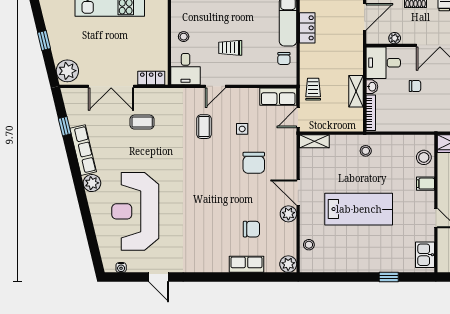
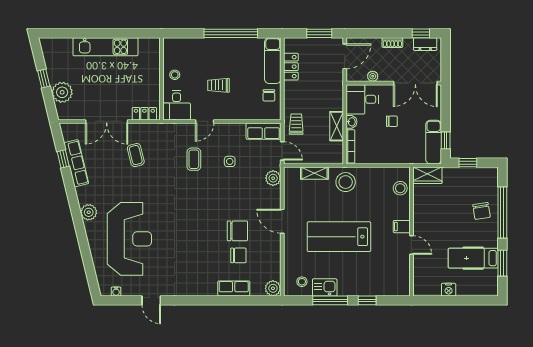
plant: (67, 71) -> (62, 92), moved
door: (298, 118) -> (282, 151), swing flipped
coffee table: (142, 122) -> (136, 155), turned 76
shelving: (314, 141) -> (314, 173), moved
row of seats: (83, 150) -> (76, 163), moved
stool: (366, 151) -> (346, 182), width x1.89, depth x1.89
chair: (254, 163) -> (237, 231), moved, turned -90
filing cabinet: (425, 184) -> (402, 227), moved
lab bench: (359, 209) -> (339, 237), turned 180
reception desk: (135, 211) -> (129, 239), turned 180
plant: (288, 214) -> (273, 178), moved
stool: (309, 245) -> (302, 282), moved
kitchen sink: (425, 255) -> (325, 287), moved, turned 90
window: (349, 277) -> (330, 300), added

